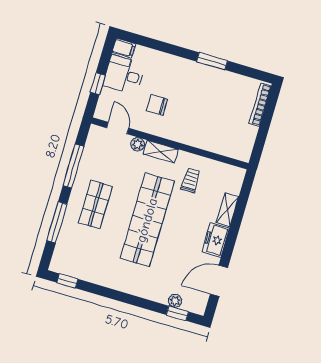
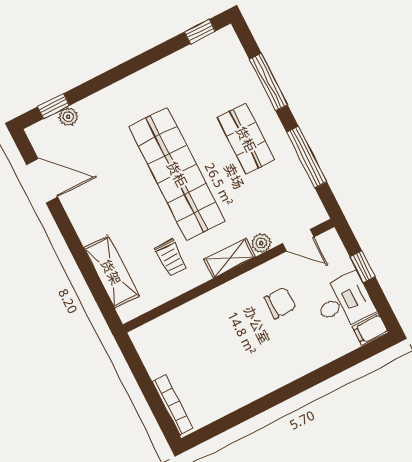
window: (212, 61) -> (266, 403), removed
shelving: (227, 210) -> (111, 272), width x1.50, depth x1.33
freezer: (216, 240) -> (86, 220), removed
door: (219, 281) -> (42, 181), hinge flipped

